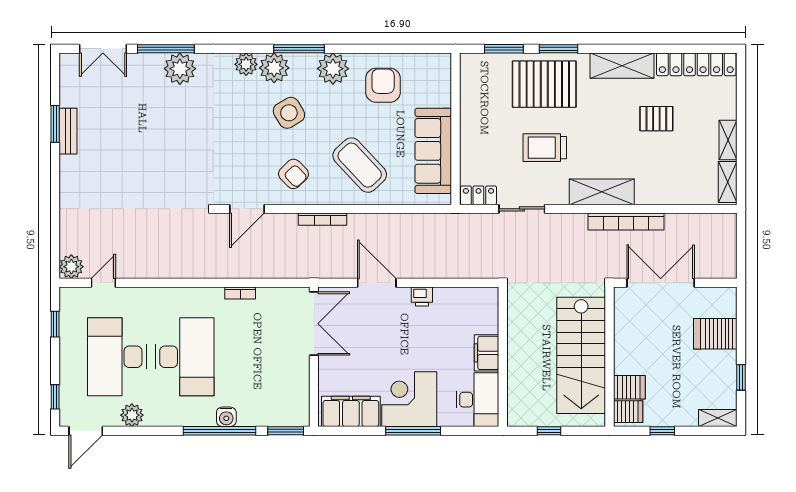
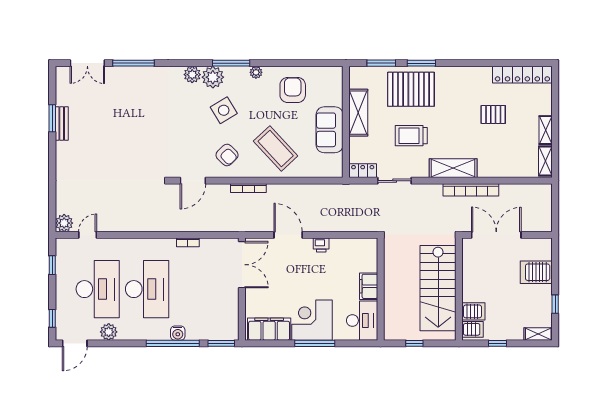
shelving: (622, 66) -> (358, 113), moved, turned 90
plant: (180, 69) -> (144, 78), removed
plant: (333, 69) -> (256, 72), width x0.53, depth x0.53
sofa: (433, 151) -> (330, 130), width x0.73
desk: (117, 357) -> (98, 289), turned 180

